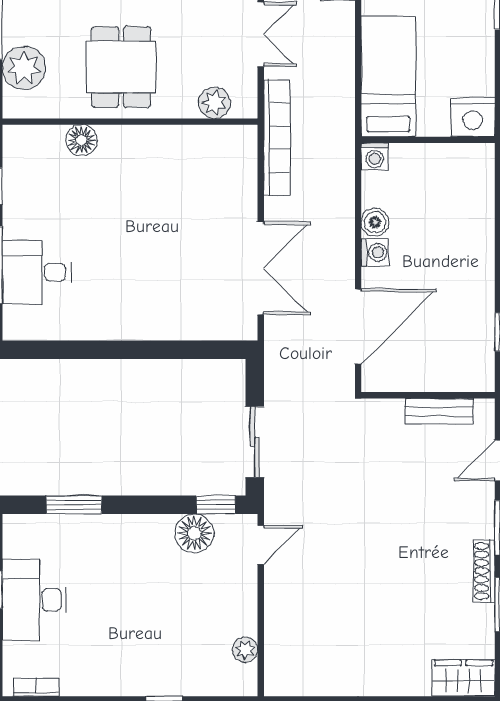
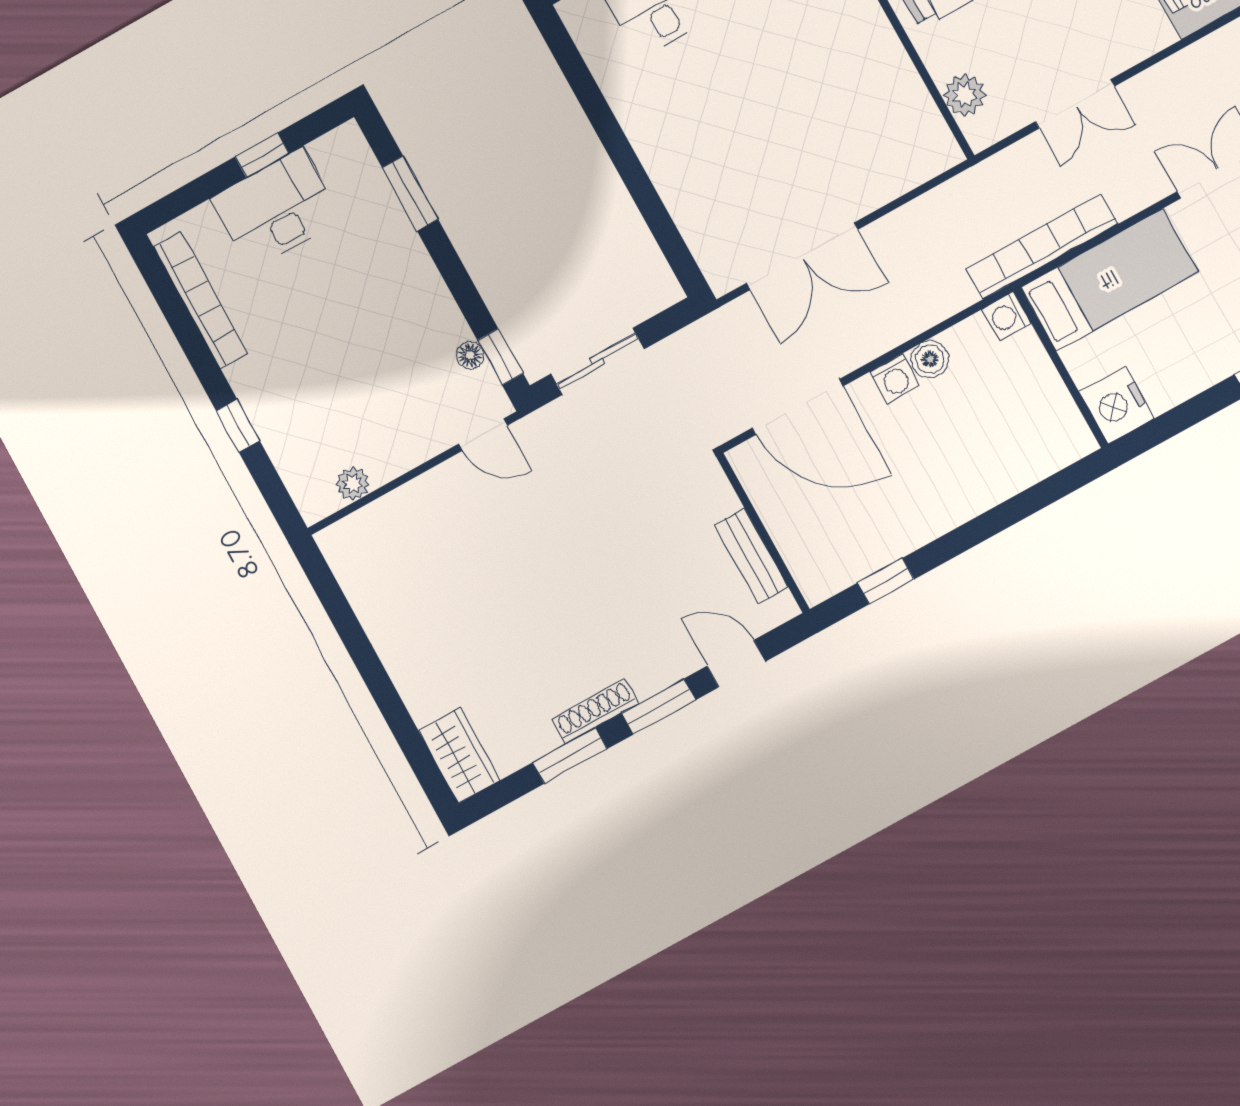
bookcase: (277, 138) -> (1042, 247), moved, turned 180
floor lamp: (194, 533) -> (470, 355), width x0.53, depth x0.53
bookcase: (36, 687) -> (201, 300), width x2.31, depth x1.31

